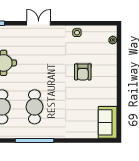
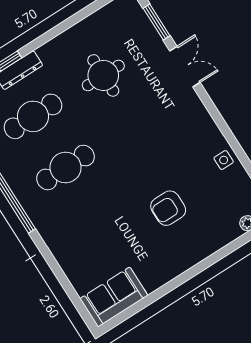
double door: (39, 23) -> (185, 67), moved

